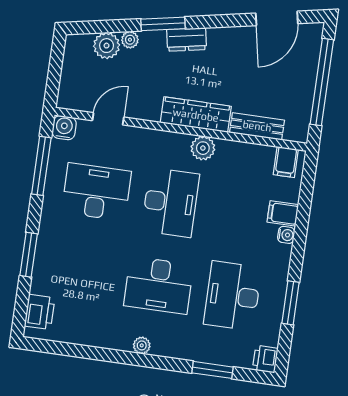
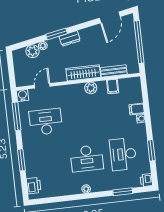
filing cabinet: (286, 162) -> (113, 86), moved
desk: (170, 202) -> (82, 118), removed

